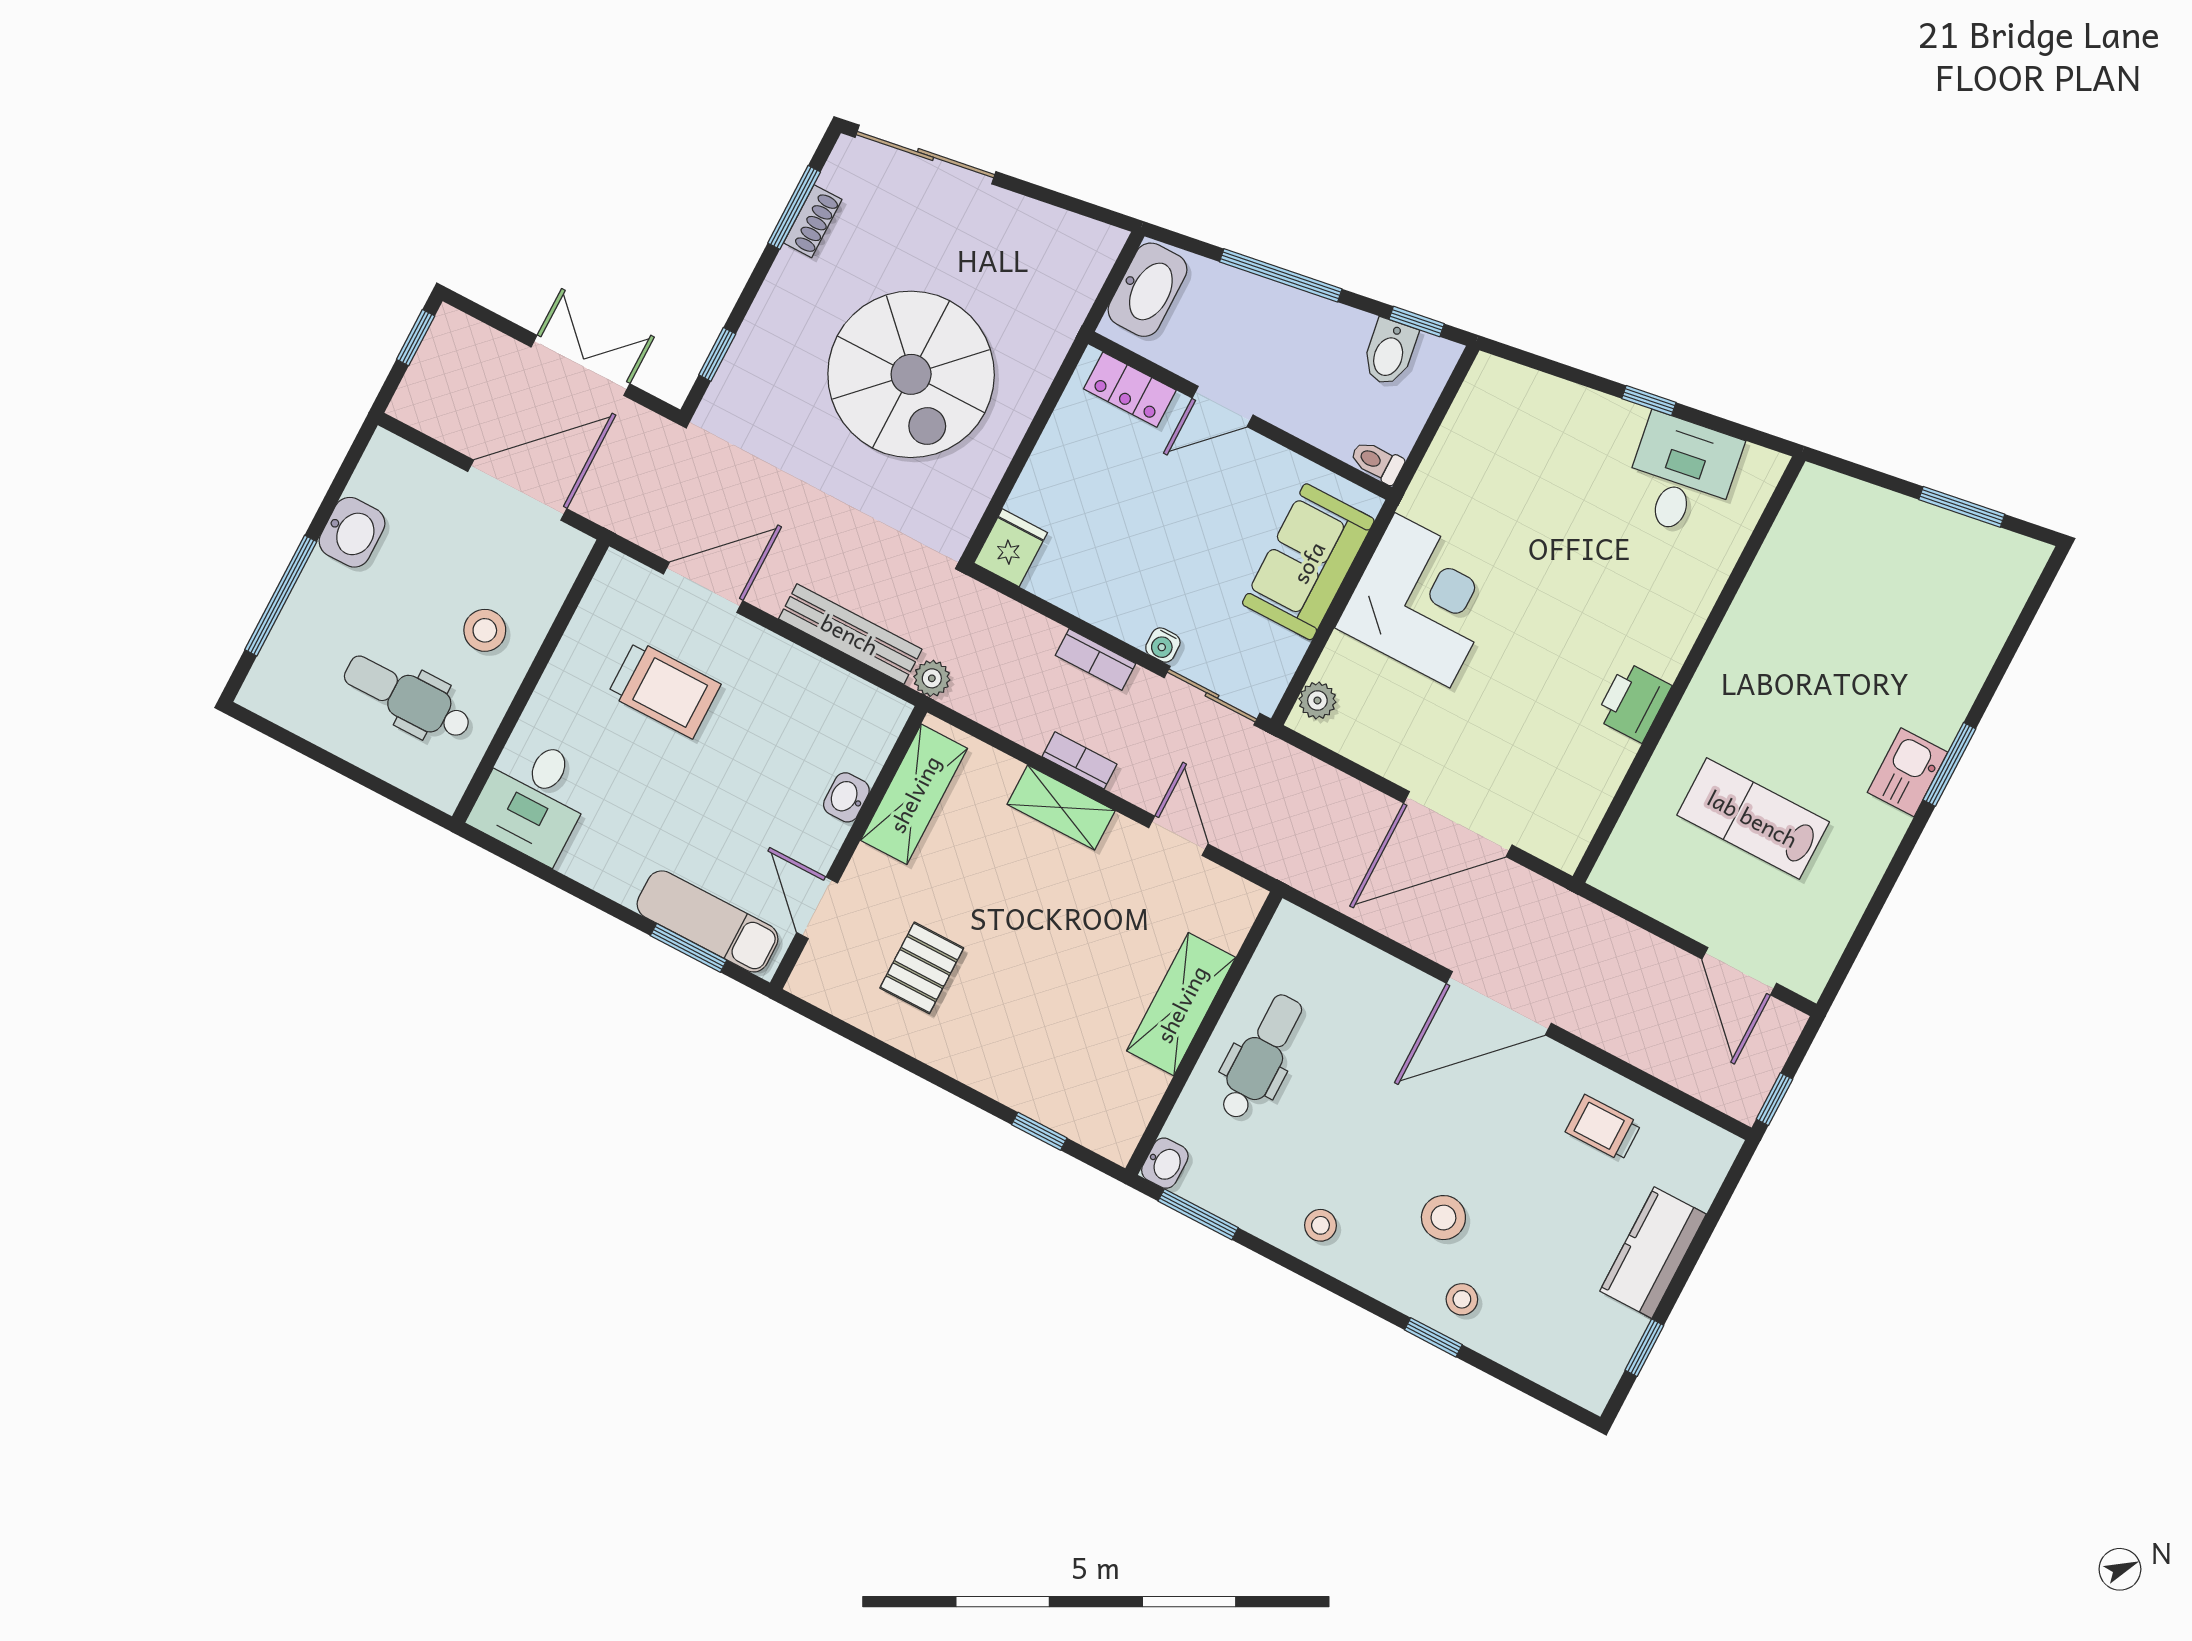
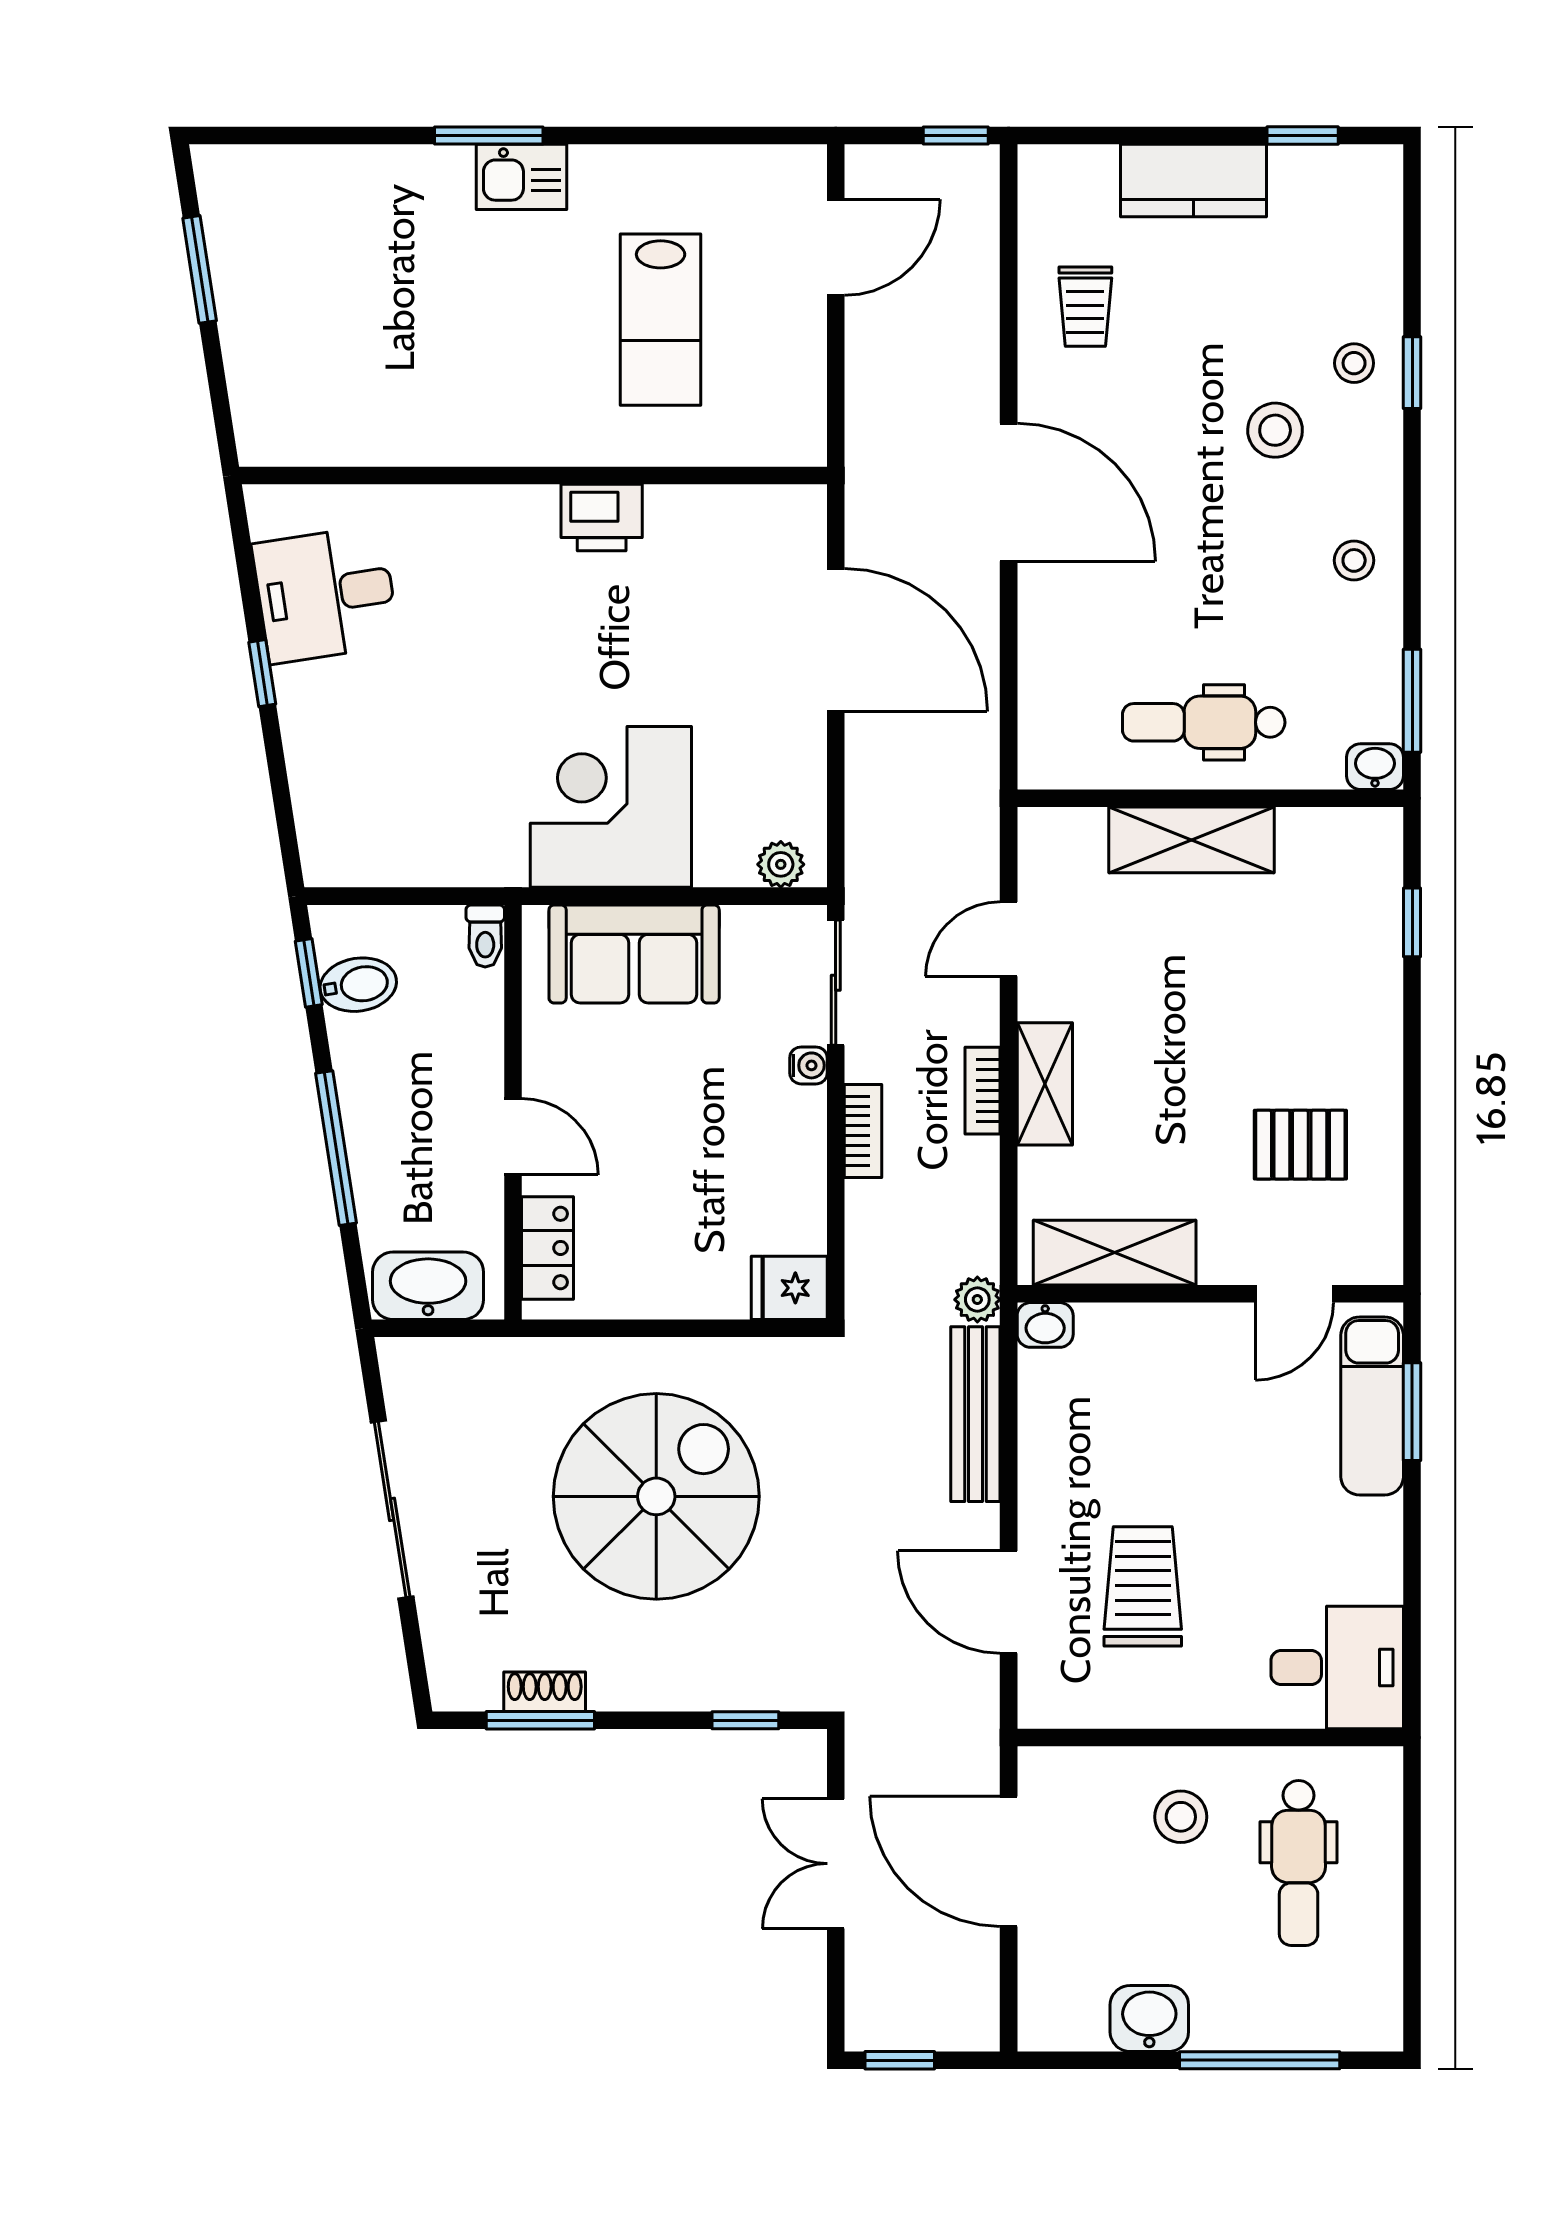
sliding door: (925, 155) -> (392, 1509), moved
washbasin: (846, 797) -> (1045, 1325), moved

